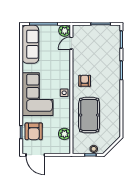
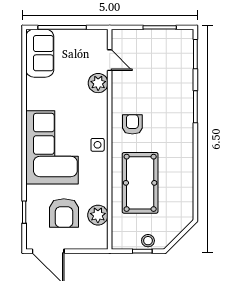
plant: (65, 31) -> (98, 83), moved
door: (71, 43) -> (110, 60), swing flipped
sofa: (30, 44) -> (40, 53), width x0.73
armchair: (34, 131) -> (64, 213), moved

